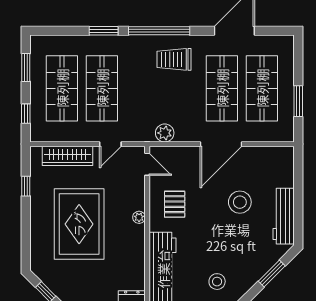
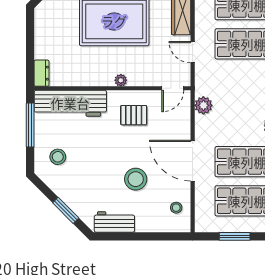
stool: (269, 161) -> (176, 208), added
workbench: (284, 216) -> (114, 222), width x0.73

